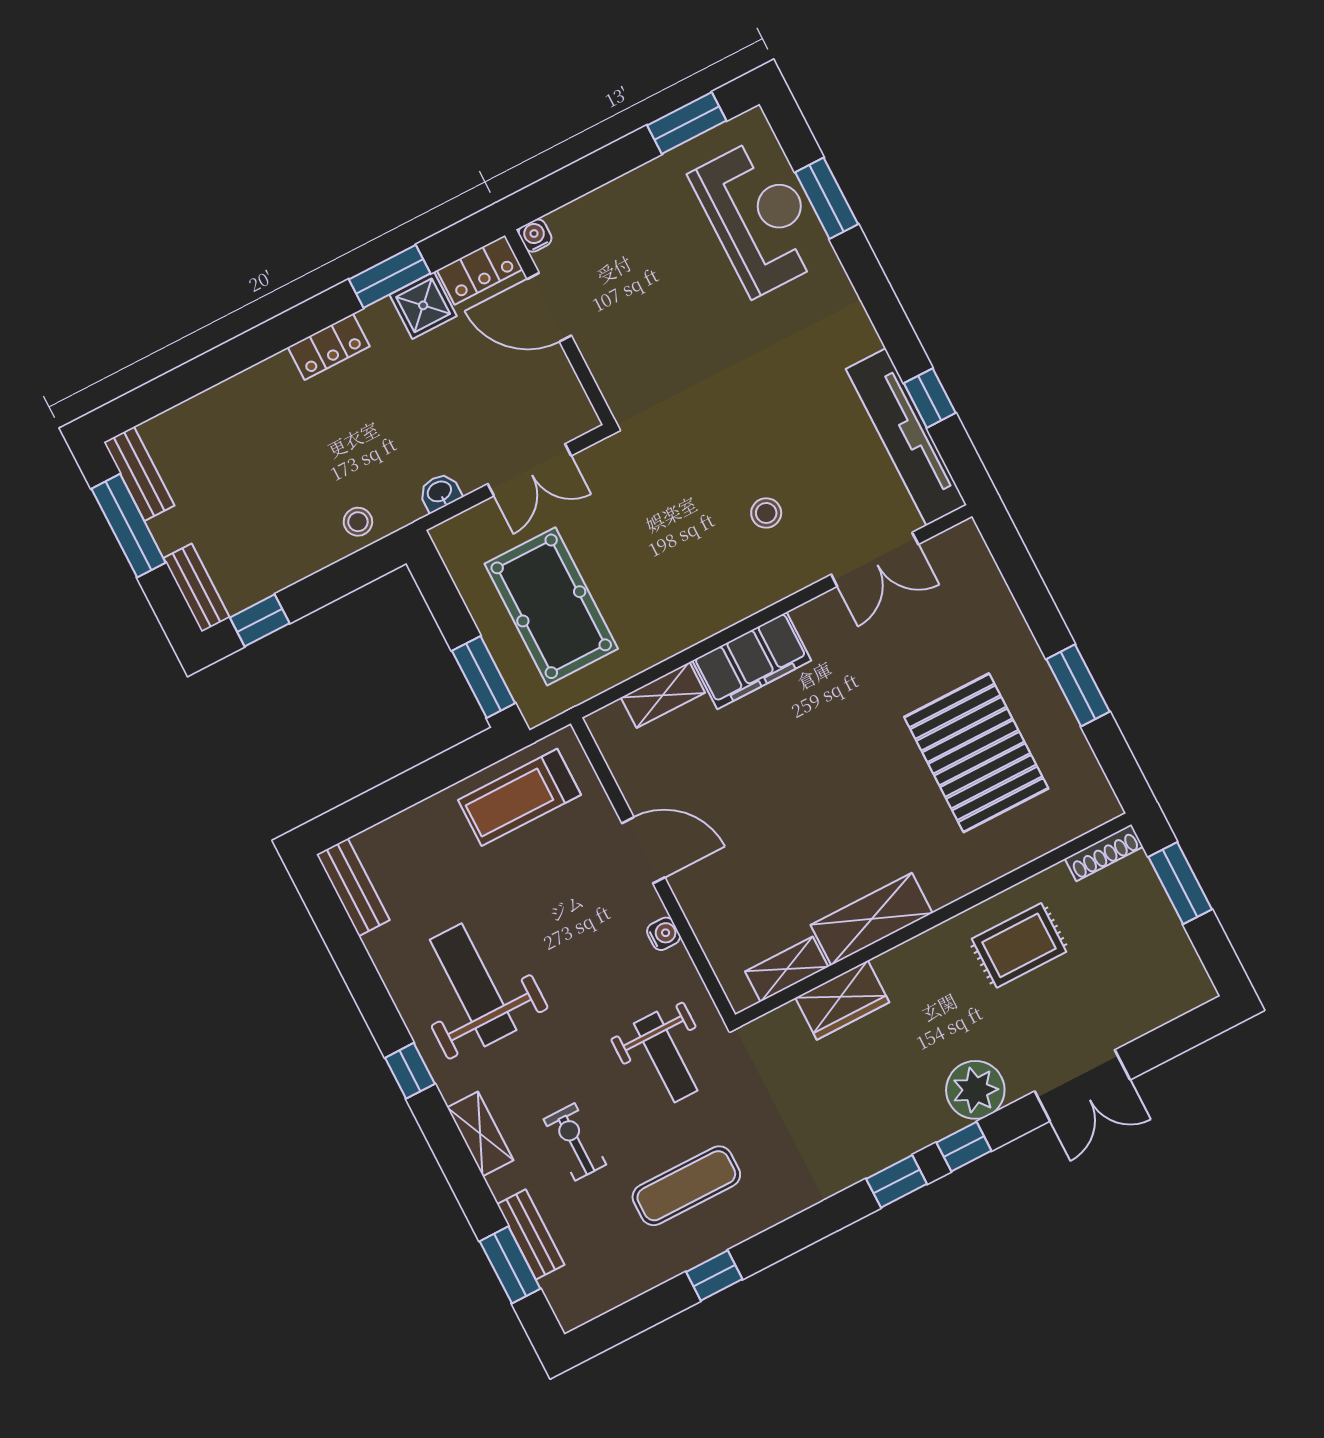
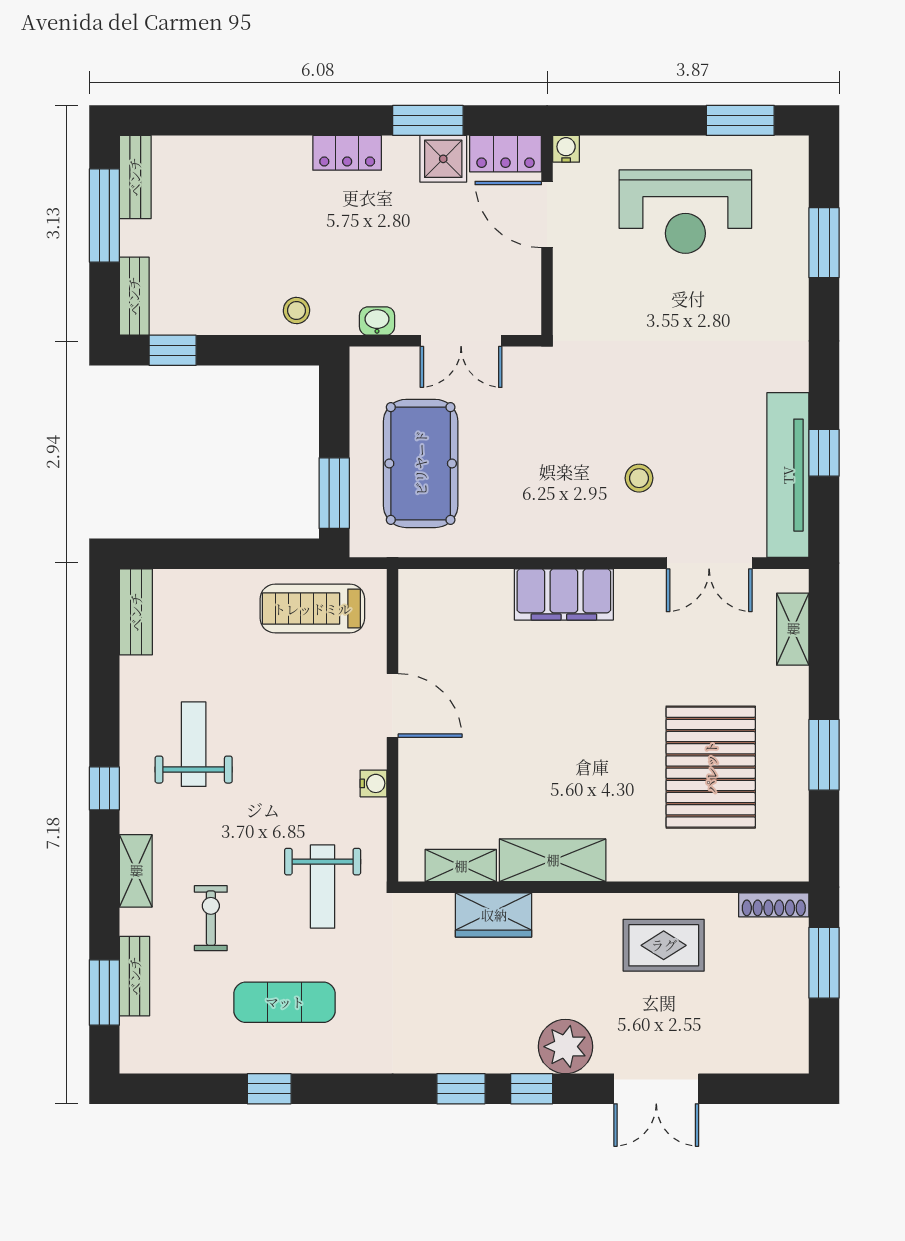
reception desk: (759, 217) -> (685, 212), moved, turned 90
shelving: (663, 695) -> (793, 629), moved, turned 90
weight bench: (473, 985) -> (194, 744), width x0.73, depth x0.75

